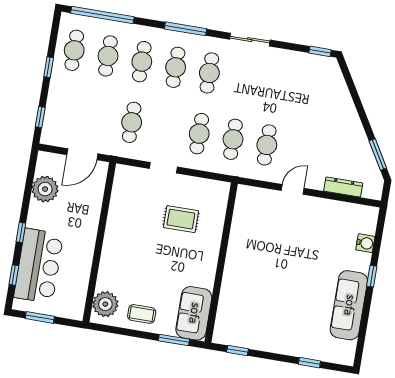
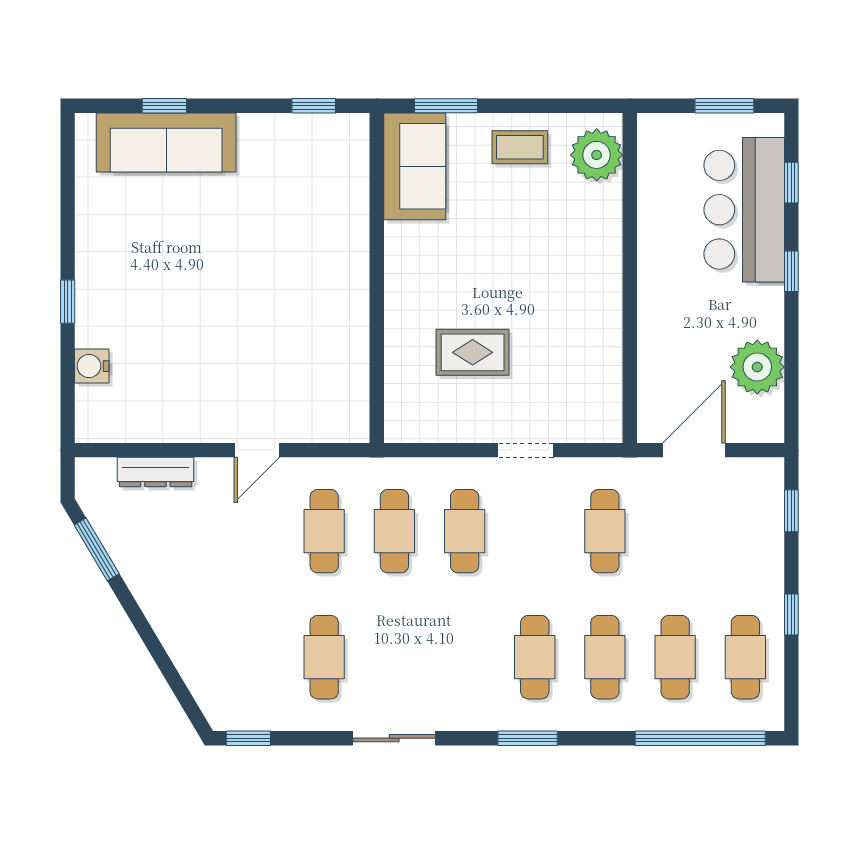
window: (186, 29) -> (528, 738), width x0.69
cafe table: (209, 73) -> (324, 657), moved
sofa: (349, 305) -> (166, 142), moved, turned 90

